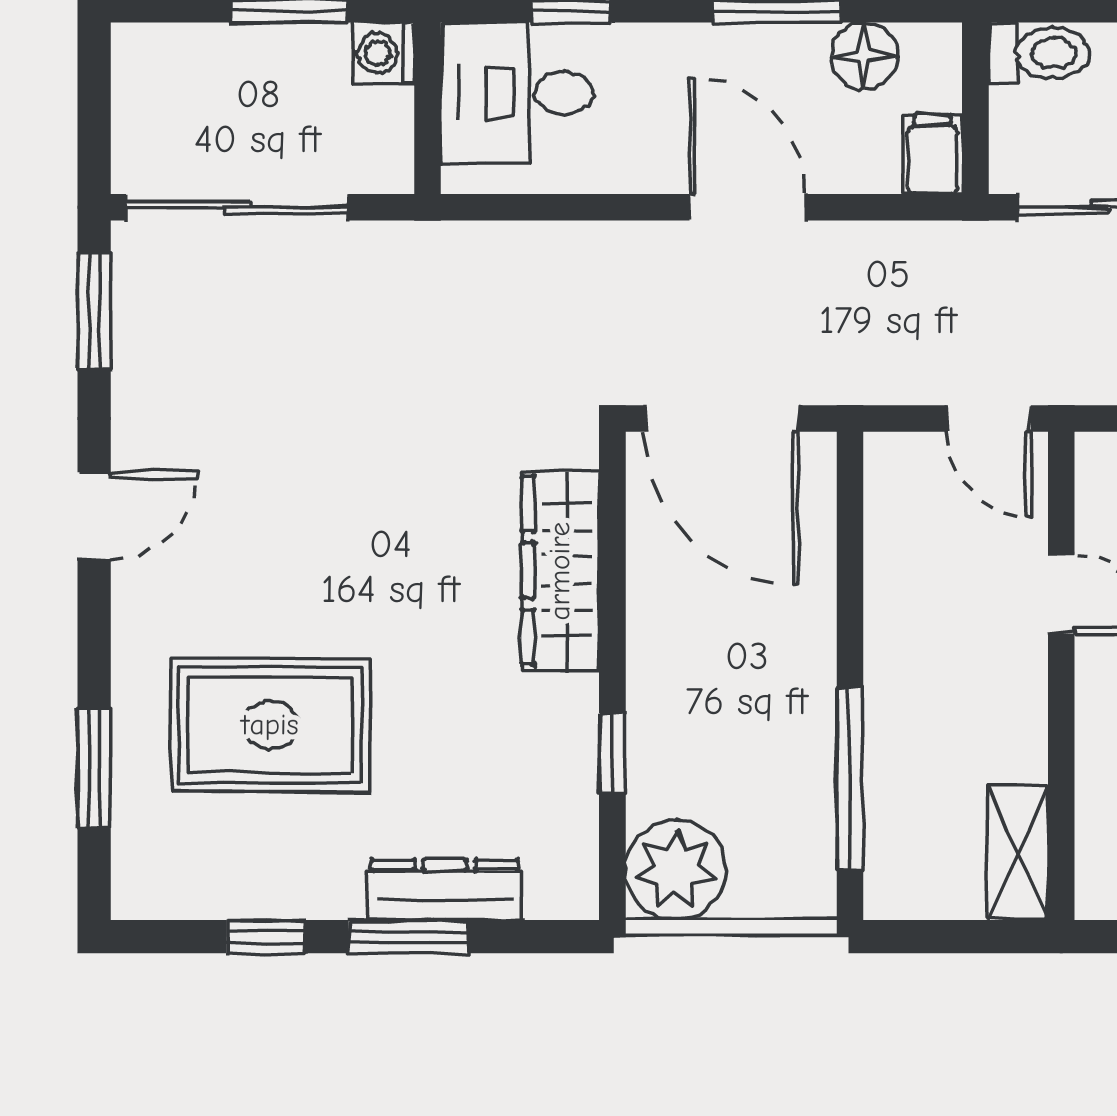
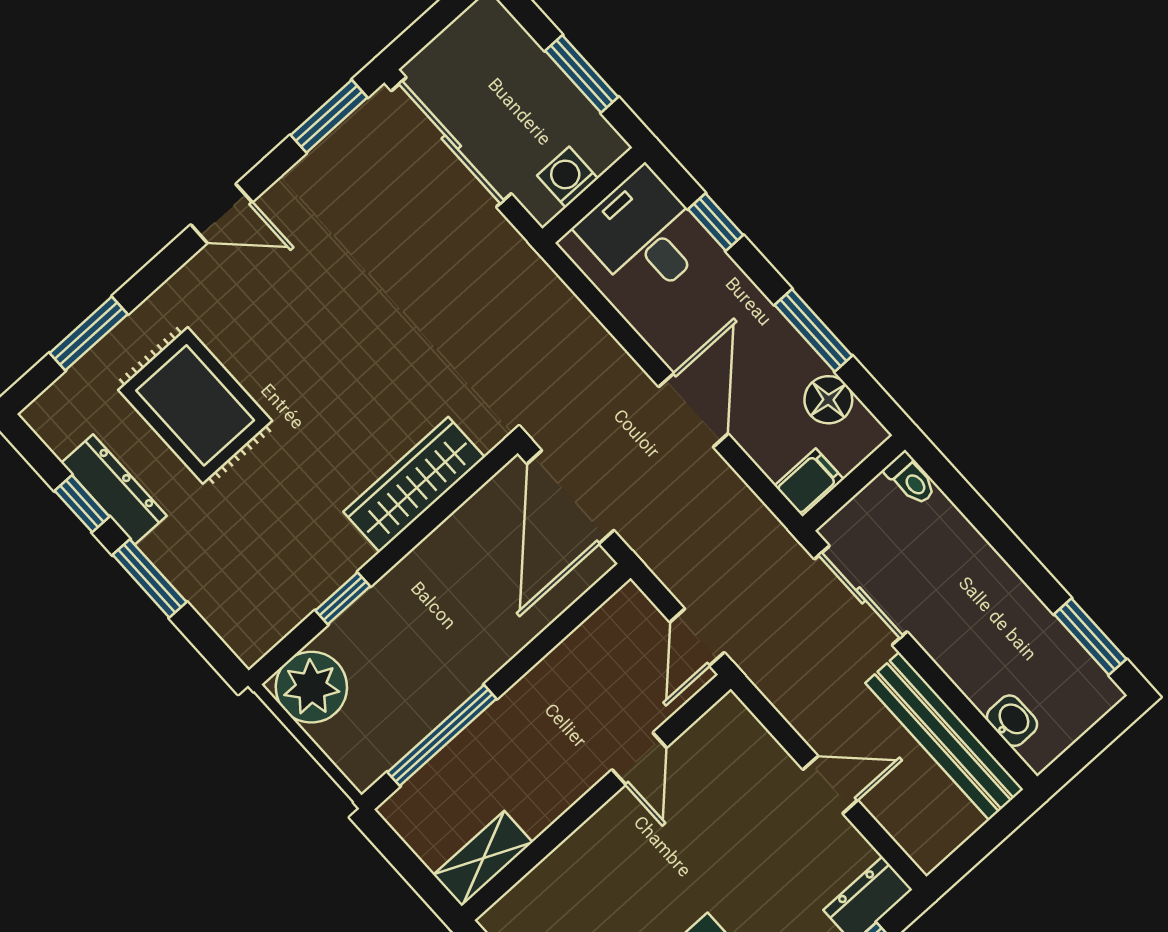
washing machine: (384, 53) -> (568, 177), moved
toilet: (1039, 53) -> (911, 479), width x0.73, depth x0.72
dresser: (445, 890) -> (114, 489), moved

